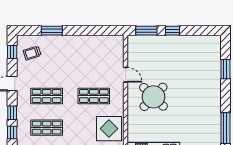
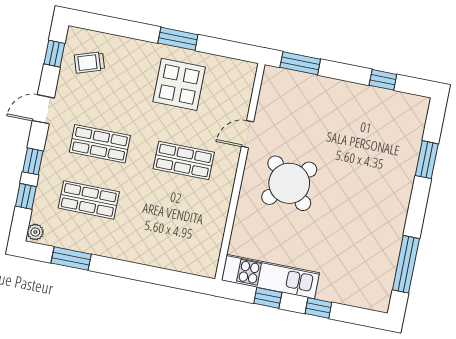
window: (52, 31) -> (178, 39), moved
window: (172, 31) -> (383, 80), moved
door: (126, 75) -> (247, 134), swing flipped
display table: (109, 129) -> (179, 84), moved

